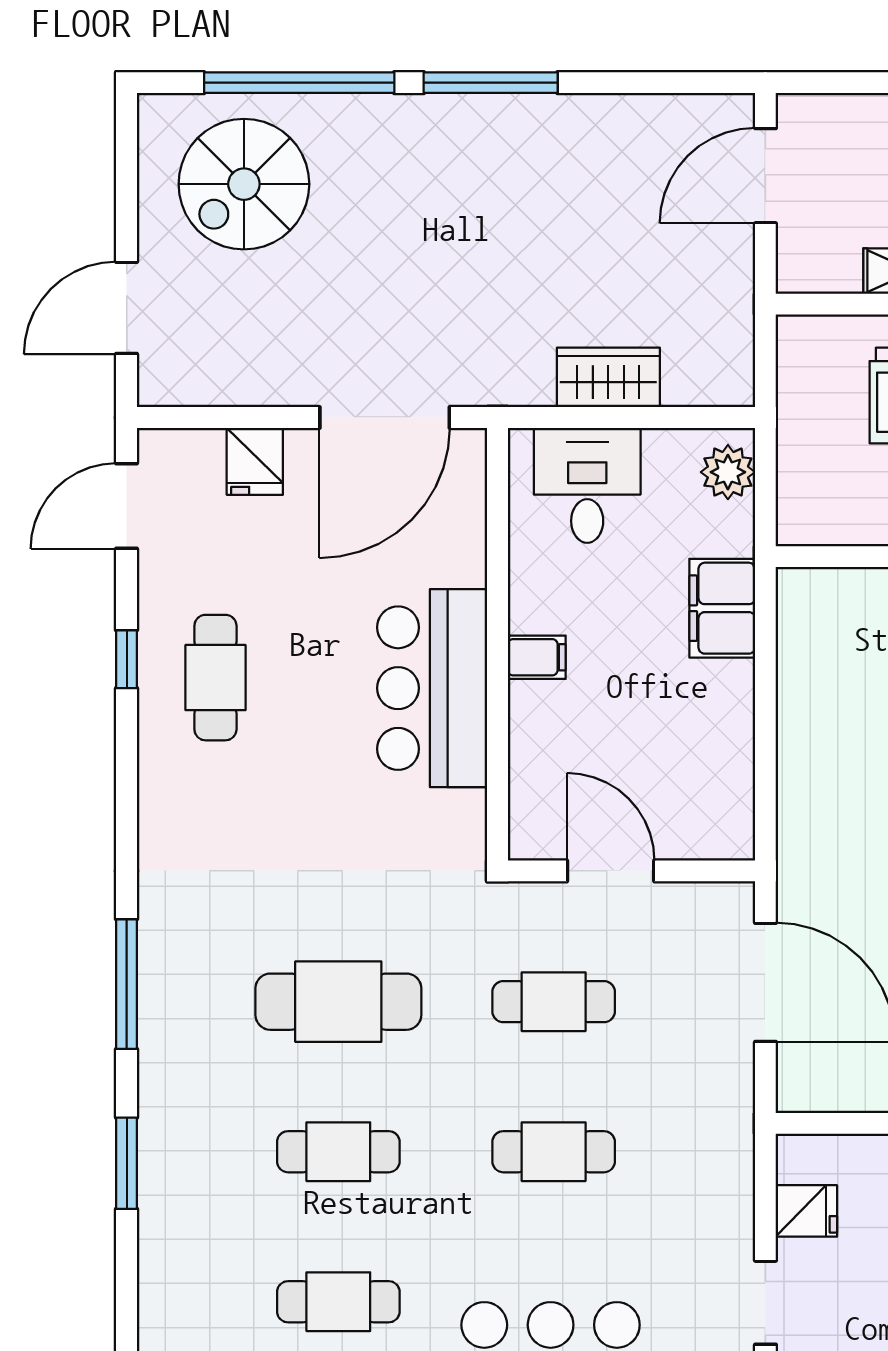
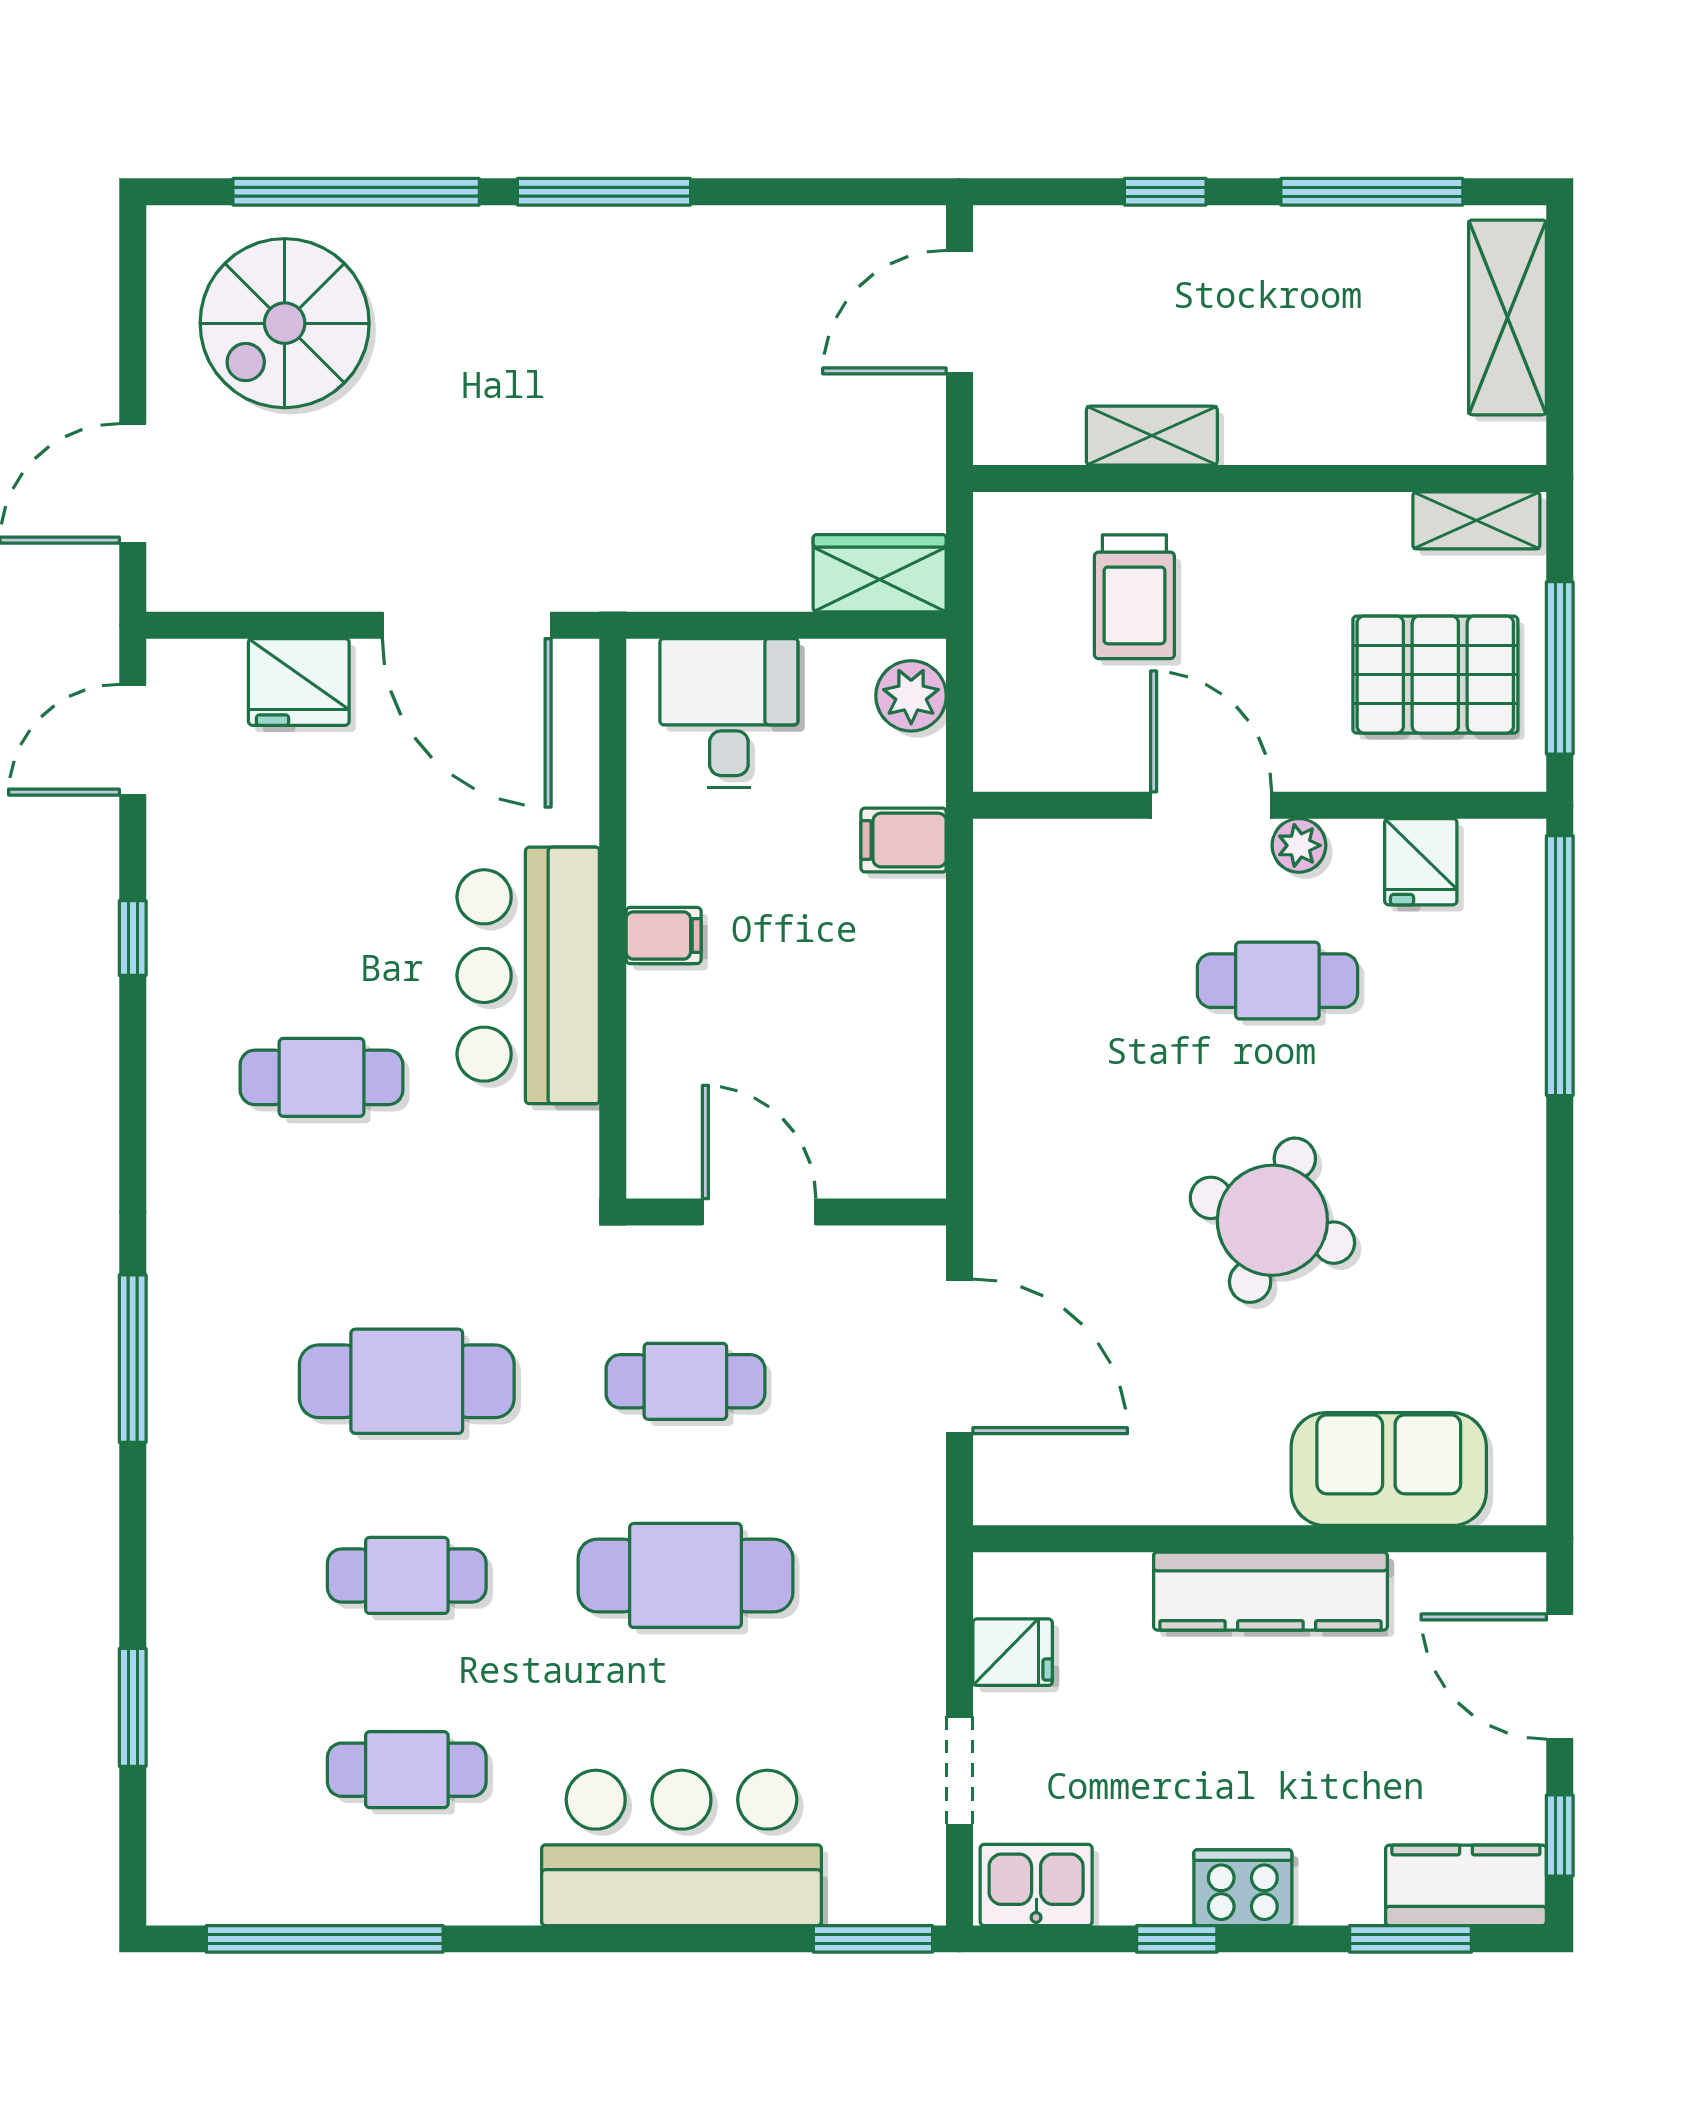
wardrobe: (608, 377) -> (880, 573), moved
door: (385, 417) -> (467, 625), hinge flipped
fridge: (255, 461) -> (299, 682), width x1.38
filing cabinet: (722, 608) -> (904, 840), width x0.50
cafe table: (215, 678) -> (322, 1077), moved, turned 90
cafe table: (554, 1152) -> (685, 1575), width x1.37, depth x1.35
window: (127, 1163) -> (133, 1707), moved

